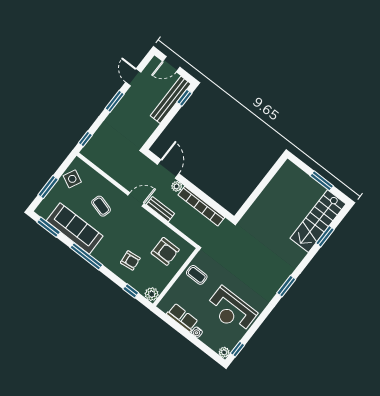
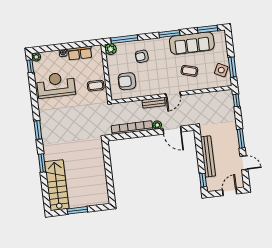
bench: (171, 100) -> (208, 156), moved
window: (48, 187) -> (232, 67), moved
window: (325, 236) -> (42, 163), moved
window: (86, 256) -> (169, 34), width x0.69
window: (131, 291) -> (124, 39), width x2.17

